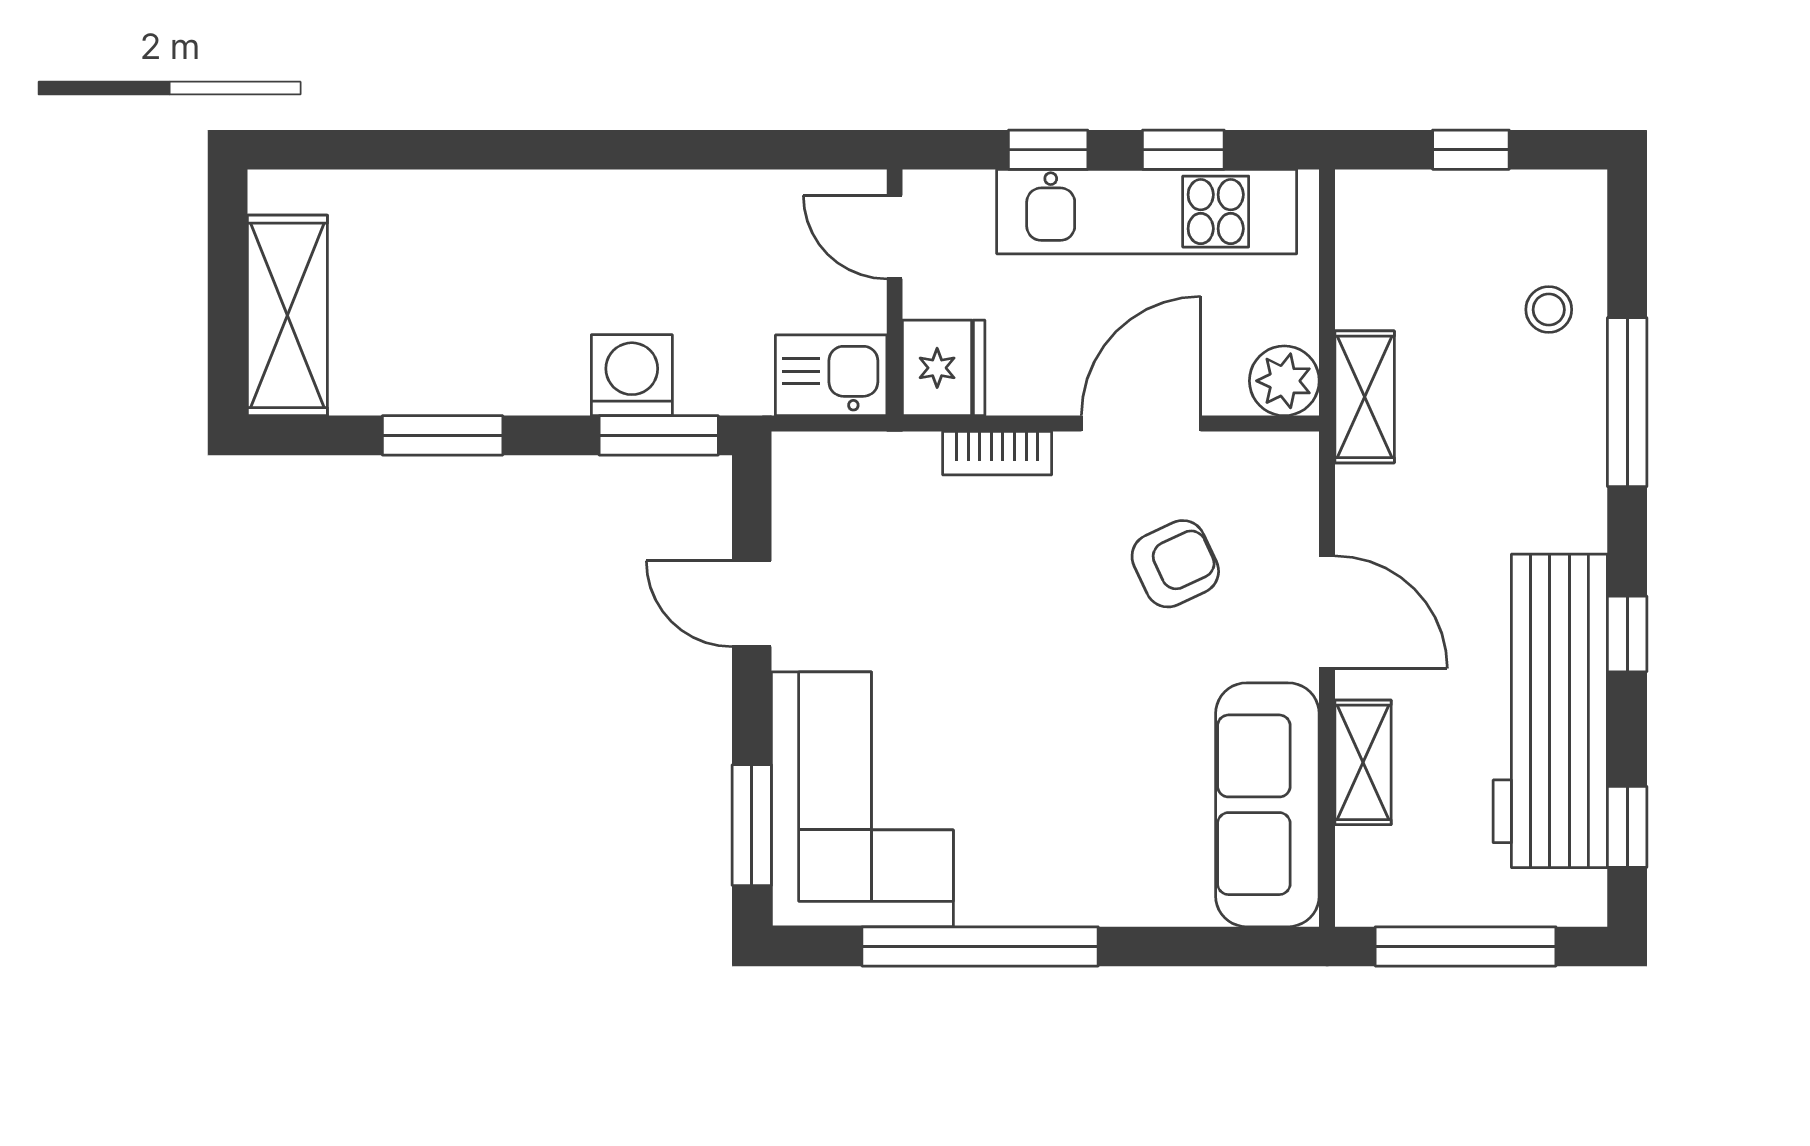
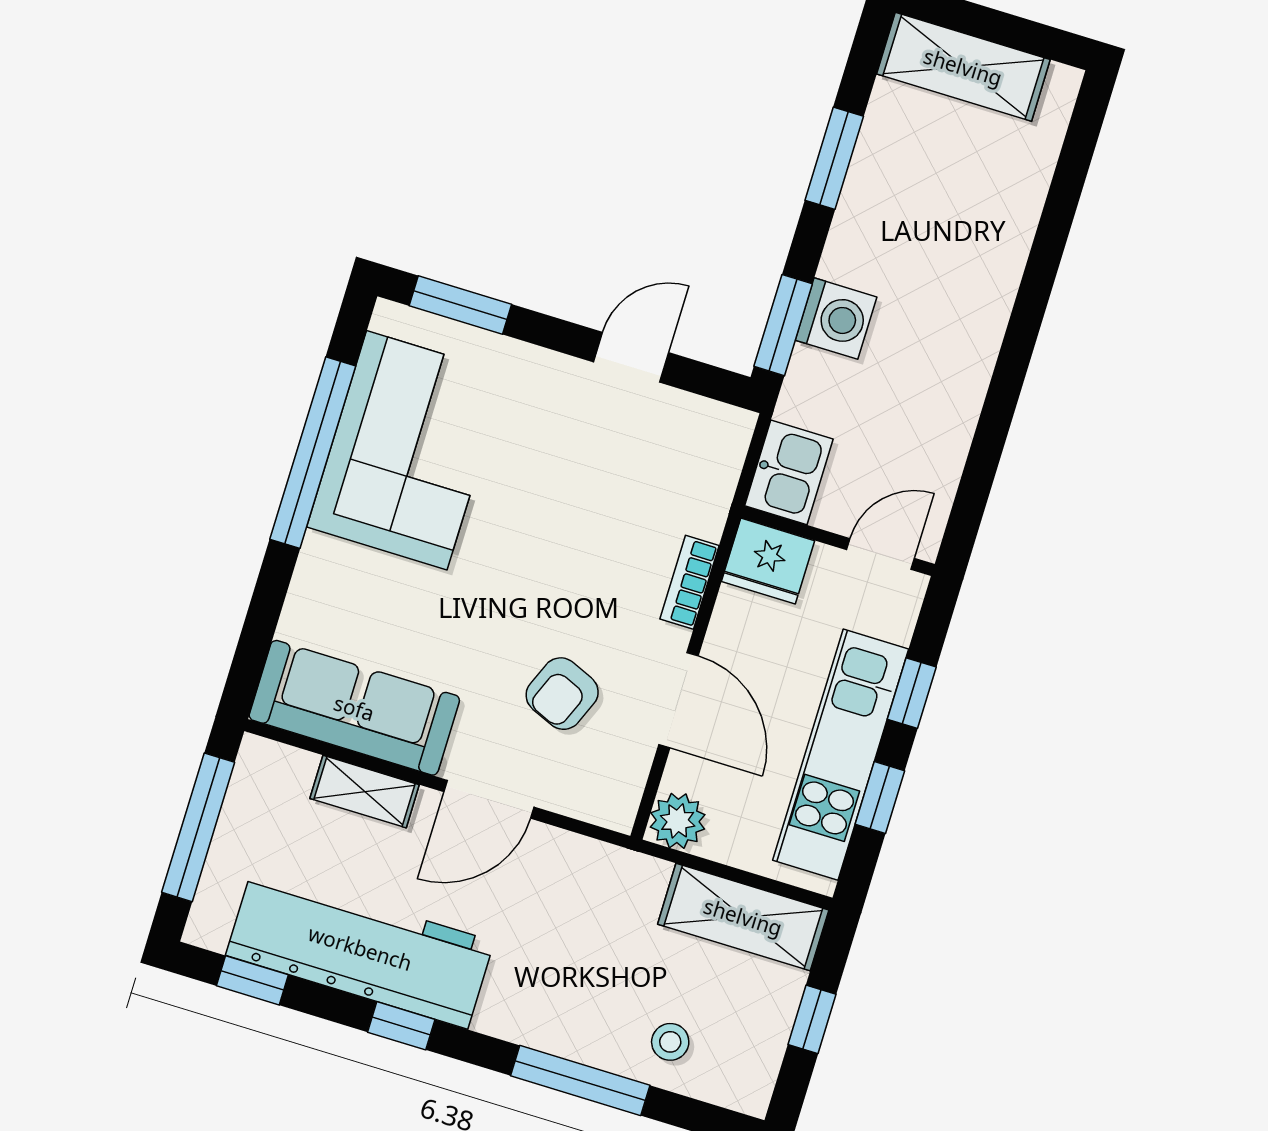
shelving: (1365, 397) -> (743, 917), moved, width x1.50, depth x1.33
armchair: (1175, 564) -> (562, 694), turned 48
corner sofa: (862, 799) -> (407, 450), moved, turned -90

